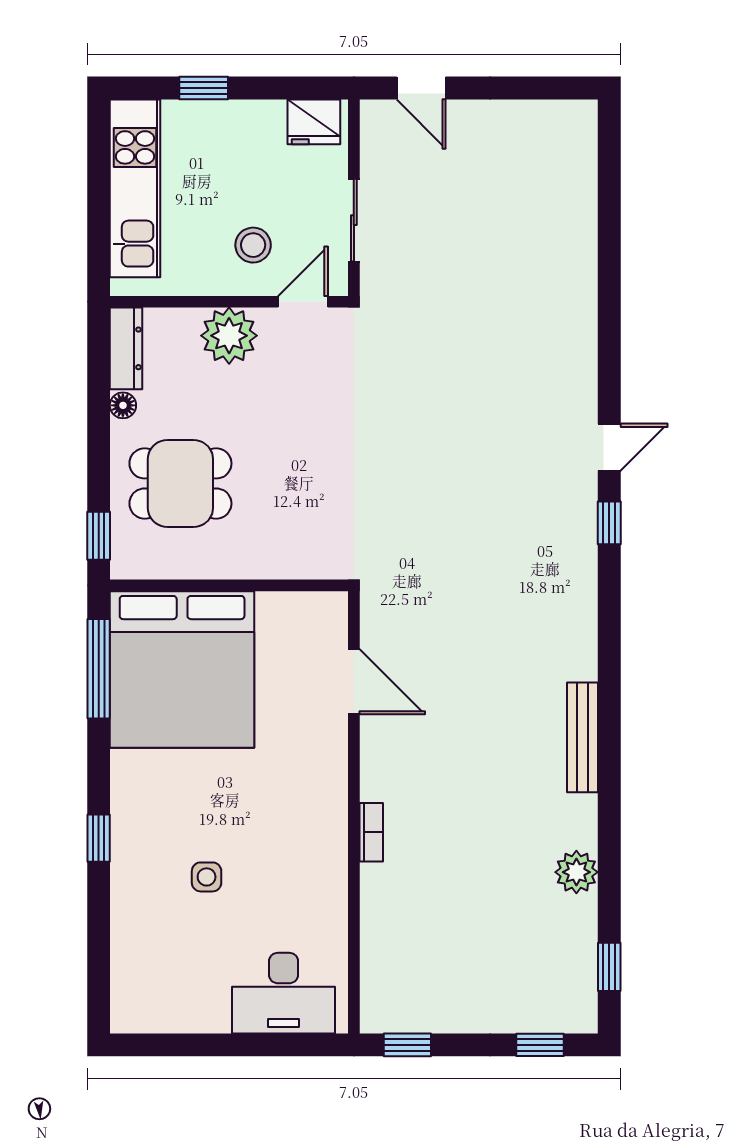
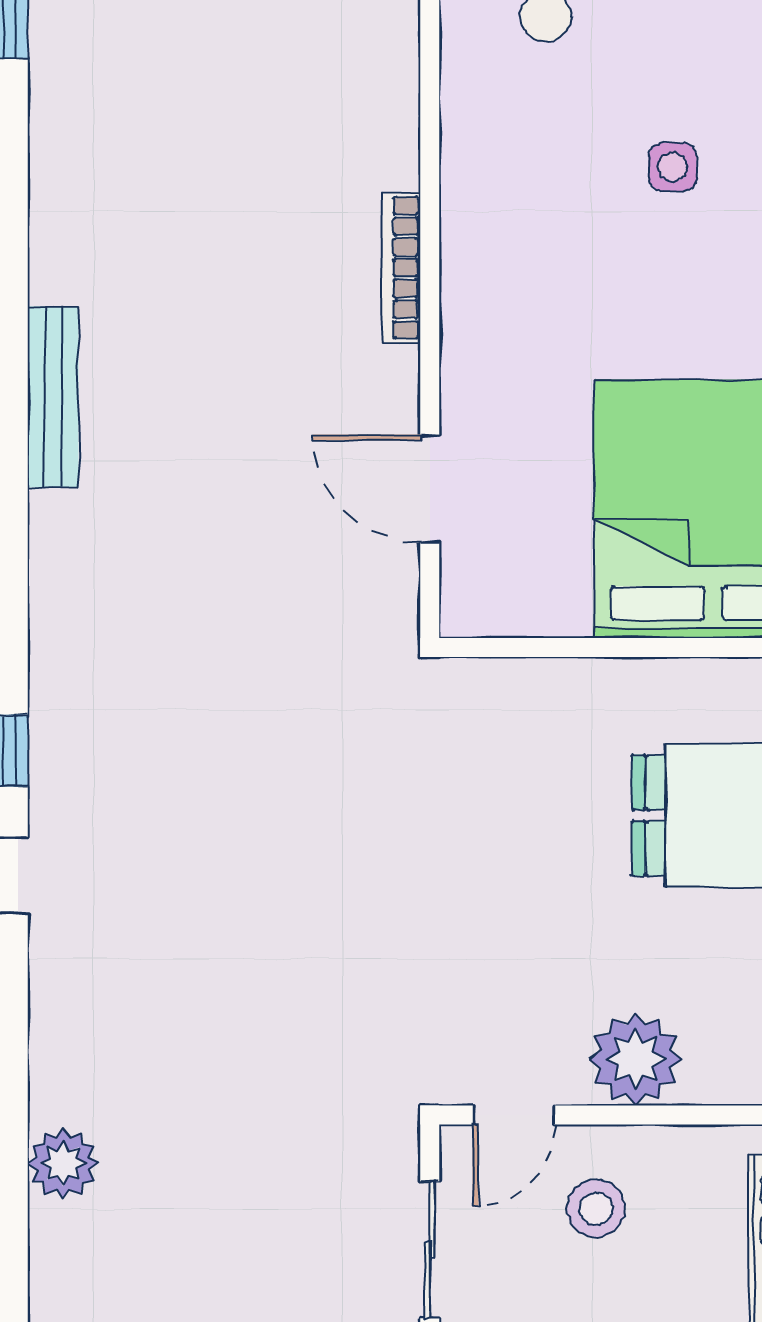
bookcase: (371, 832) -> (401, 268), width x1.56
plant: (576, 872) -> (63, 1163), moved

